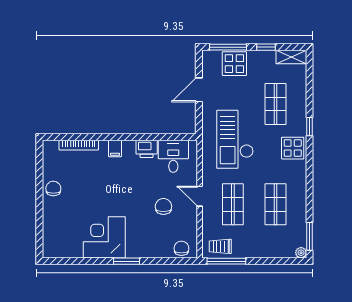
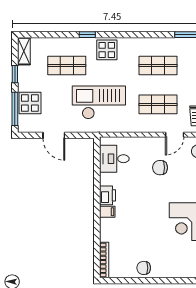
checkout: (235, 139) -> (99, 102), turned 180
bookcase: (79, 145) -> (104, 260), moved
printer: (147, 149) -> (108, 195), moved
door: (200, 196) -> (175, 135), moved

